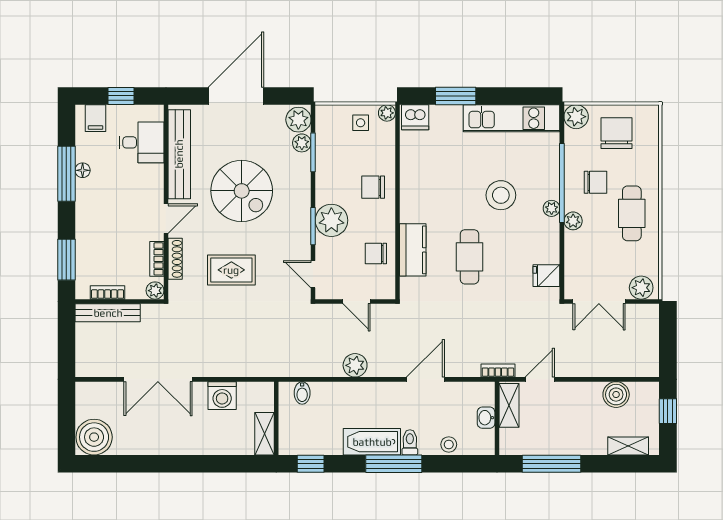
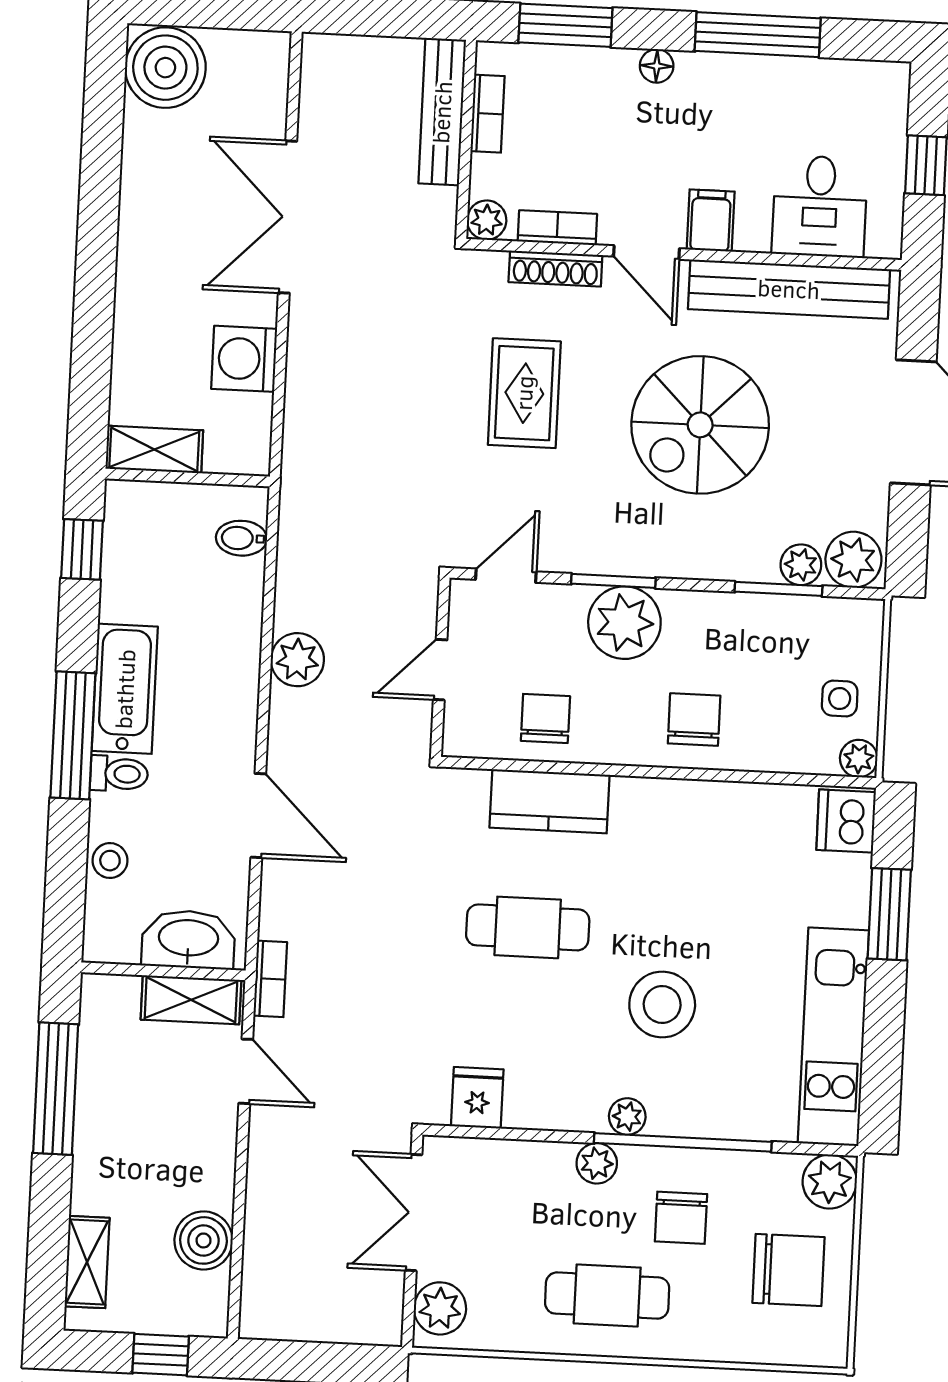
filing cabinet: (96, 118) -> (711, 221), moved, turned 90
floor lamp: (83, 170) -> (657, 66), moved
washbasin: (486, 418) -> (188, 939), width x1.91, depth x1.45

